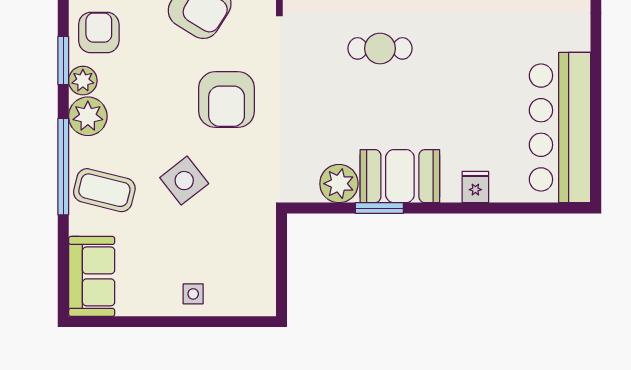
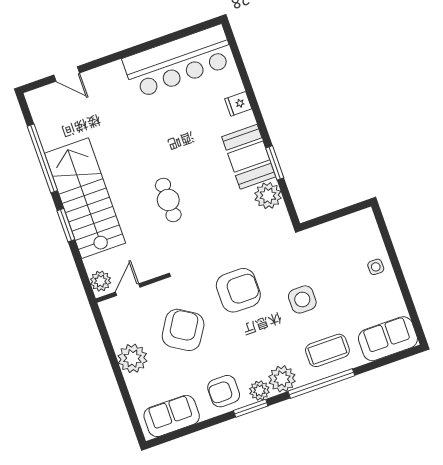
side table: (184, 181) -> (302, 299), turned 38
coffee table: (104, 190) -> (327, 350), turned 76

